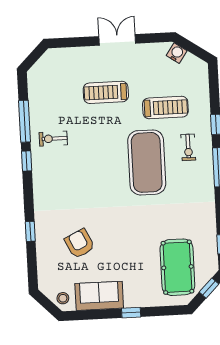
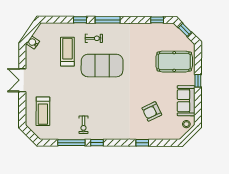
treadmill: (106, 92) -> (43, 111), moved
pool table: (177, 267) -> (174, 62), moved

